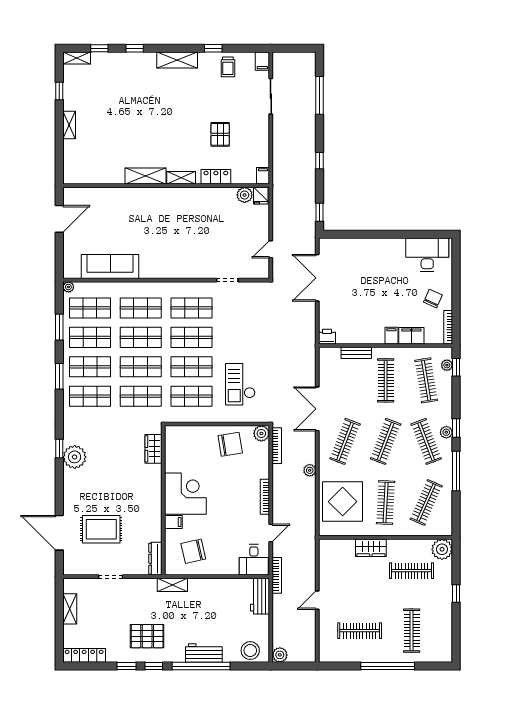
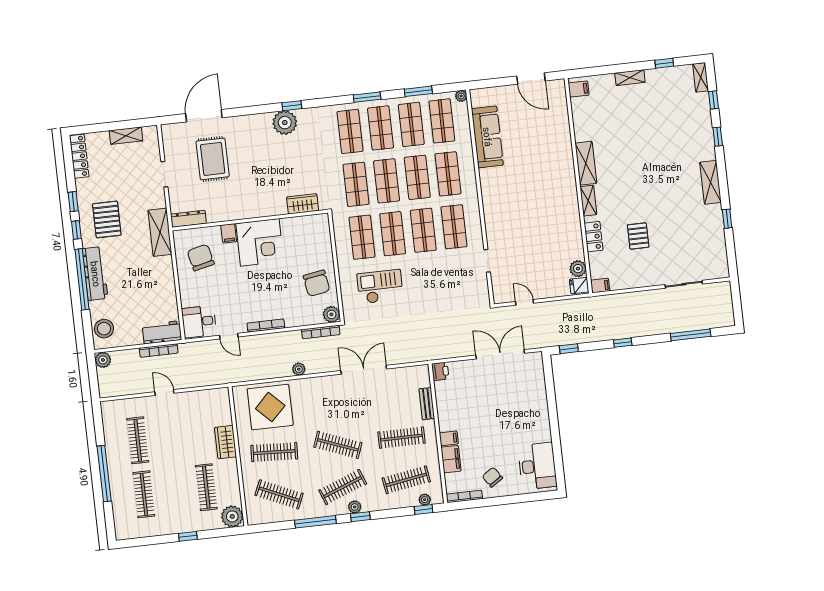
filing cabinet: (262, 61) -> (579, 89), moved, turned 180
trolley: (228, 67) -> (709, 236), removed
pallet: (220, 134) -> (638, 236), turned 90
chair: (433, 299) -> (492, 477), turned -148
clothes rail: (345, 441) -> (333, 403), removed
bookcase: (277, 575) -> (159, 350), moved
shelving: (172, 585) -> (160, 232), width x1.50, depth x1.33
clothes rail: (412, 631) -> (144, 494), turned 90
workbench: (204, 653) -> (95, 274), width x1.37

